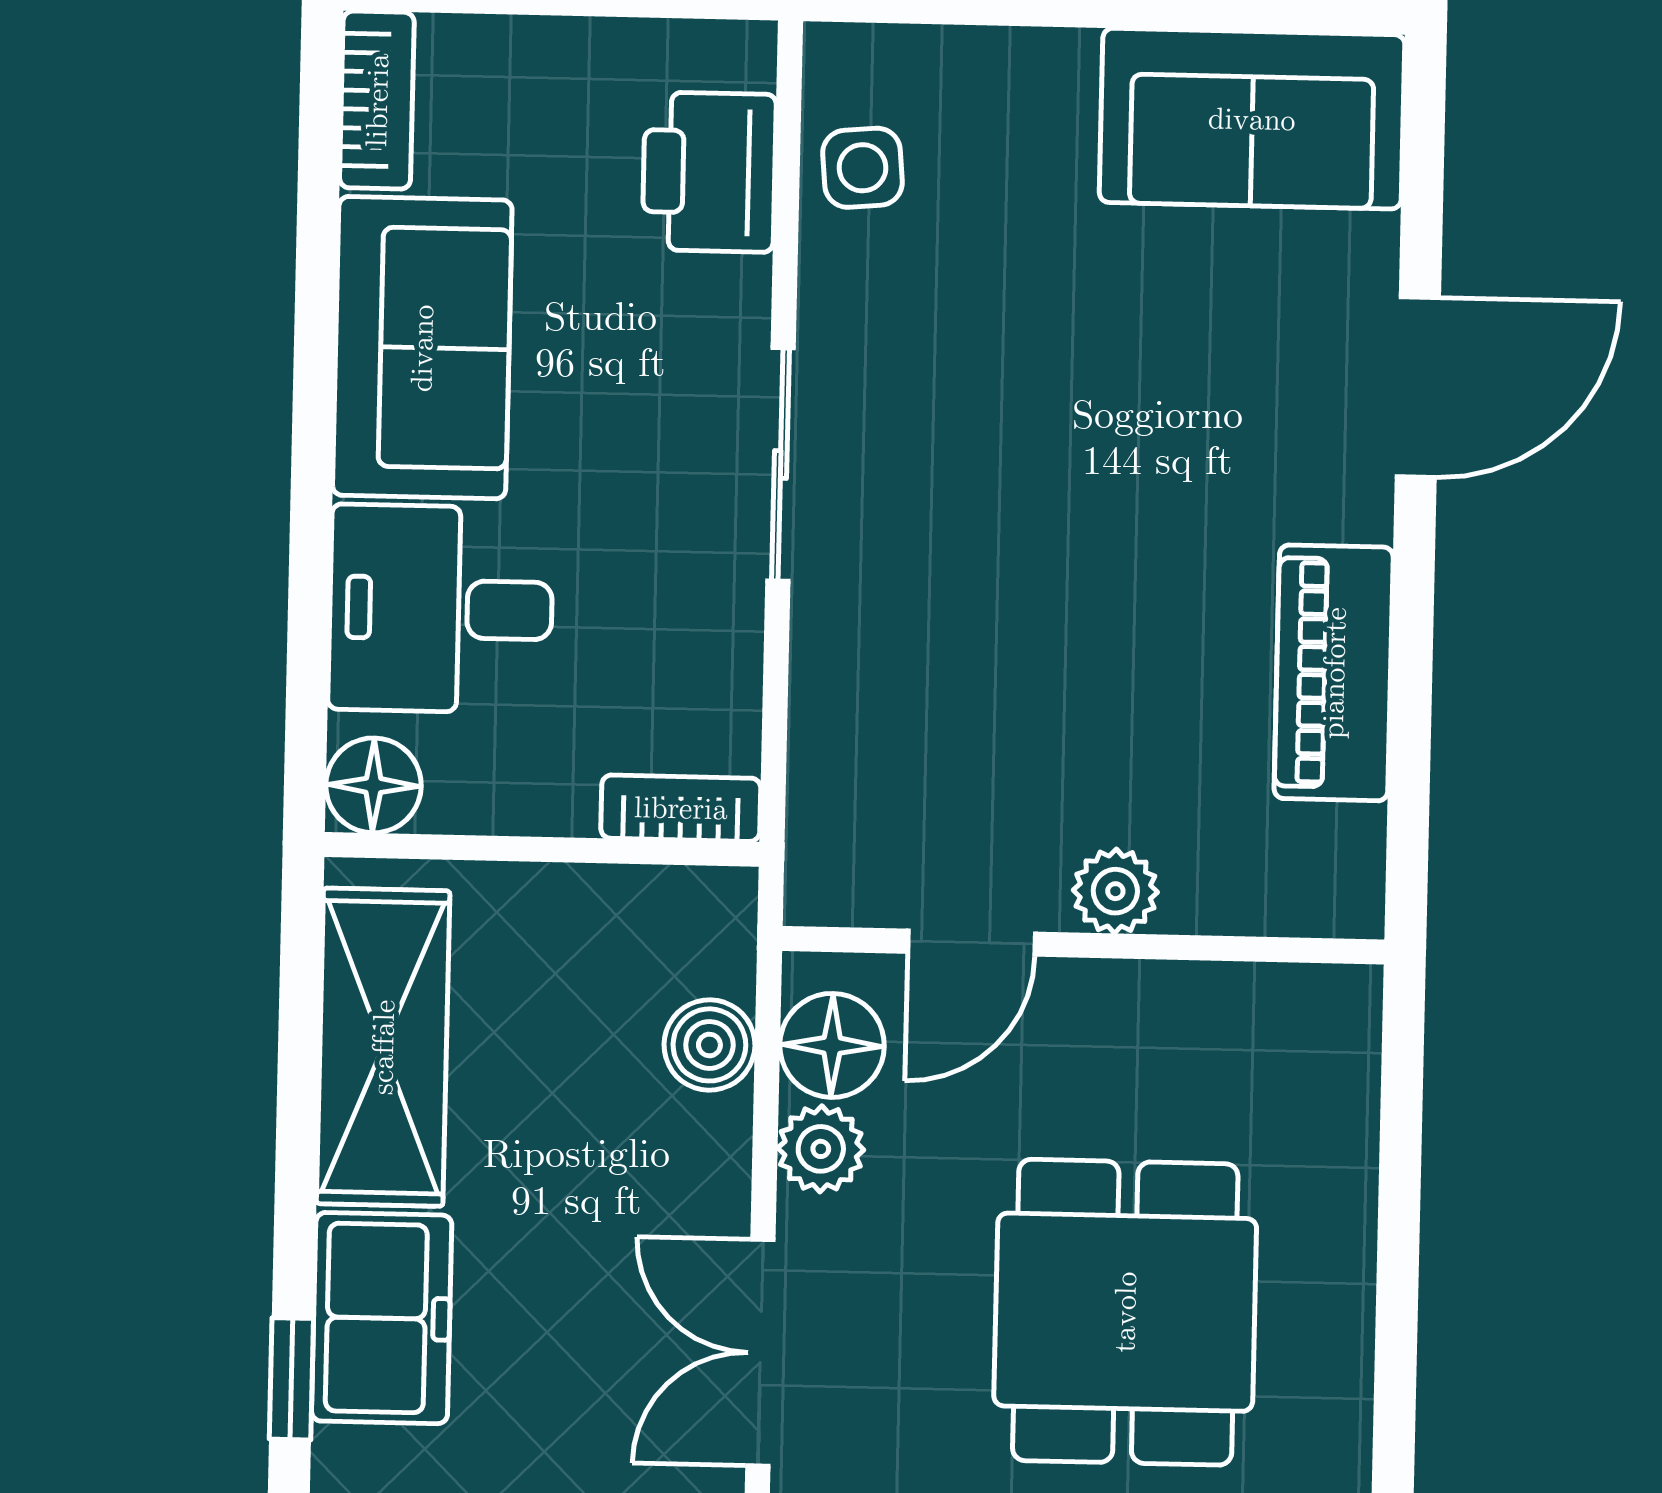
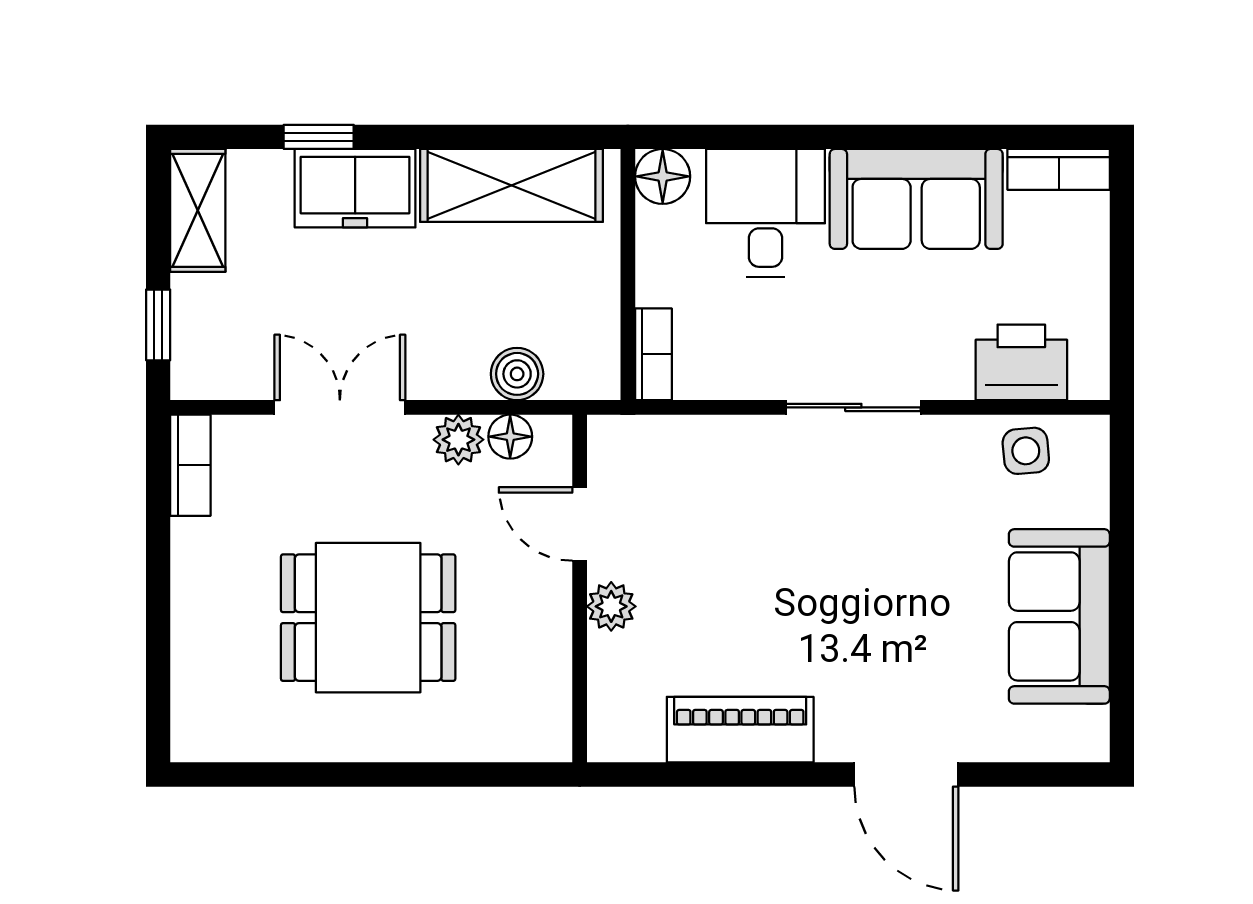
sofa: (1252, 119) -> (1059, 616), moved
floor lamp: (832, 1045) -> (510, 437), width x0.73, depth x0.73

